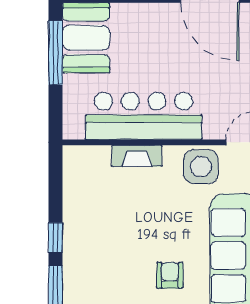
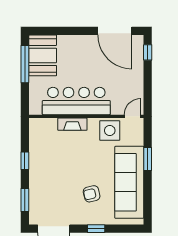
window: (55, 238) -> (25, 161), moved
armchair: (170, 275) -> (92, 194), turned -103

